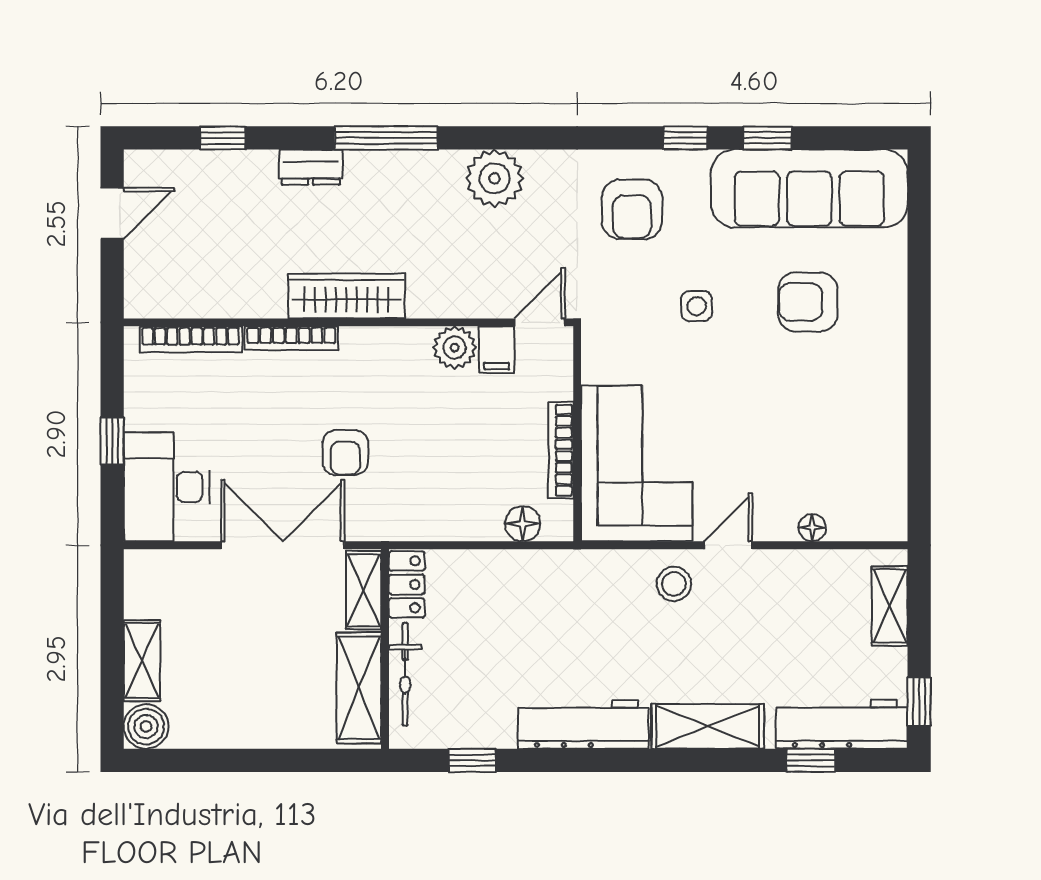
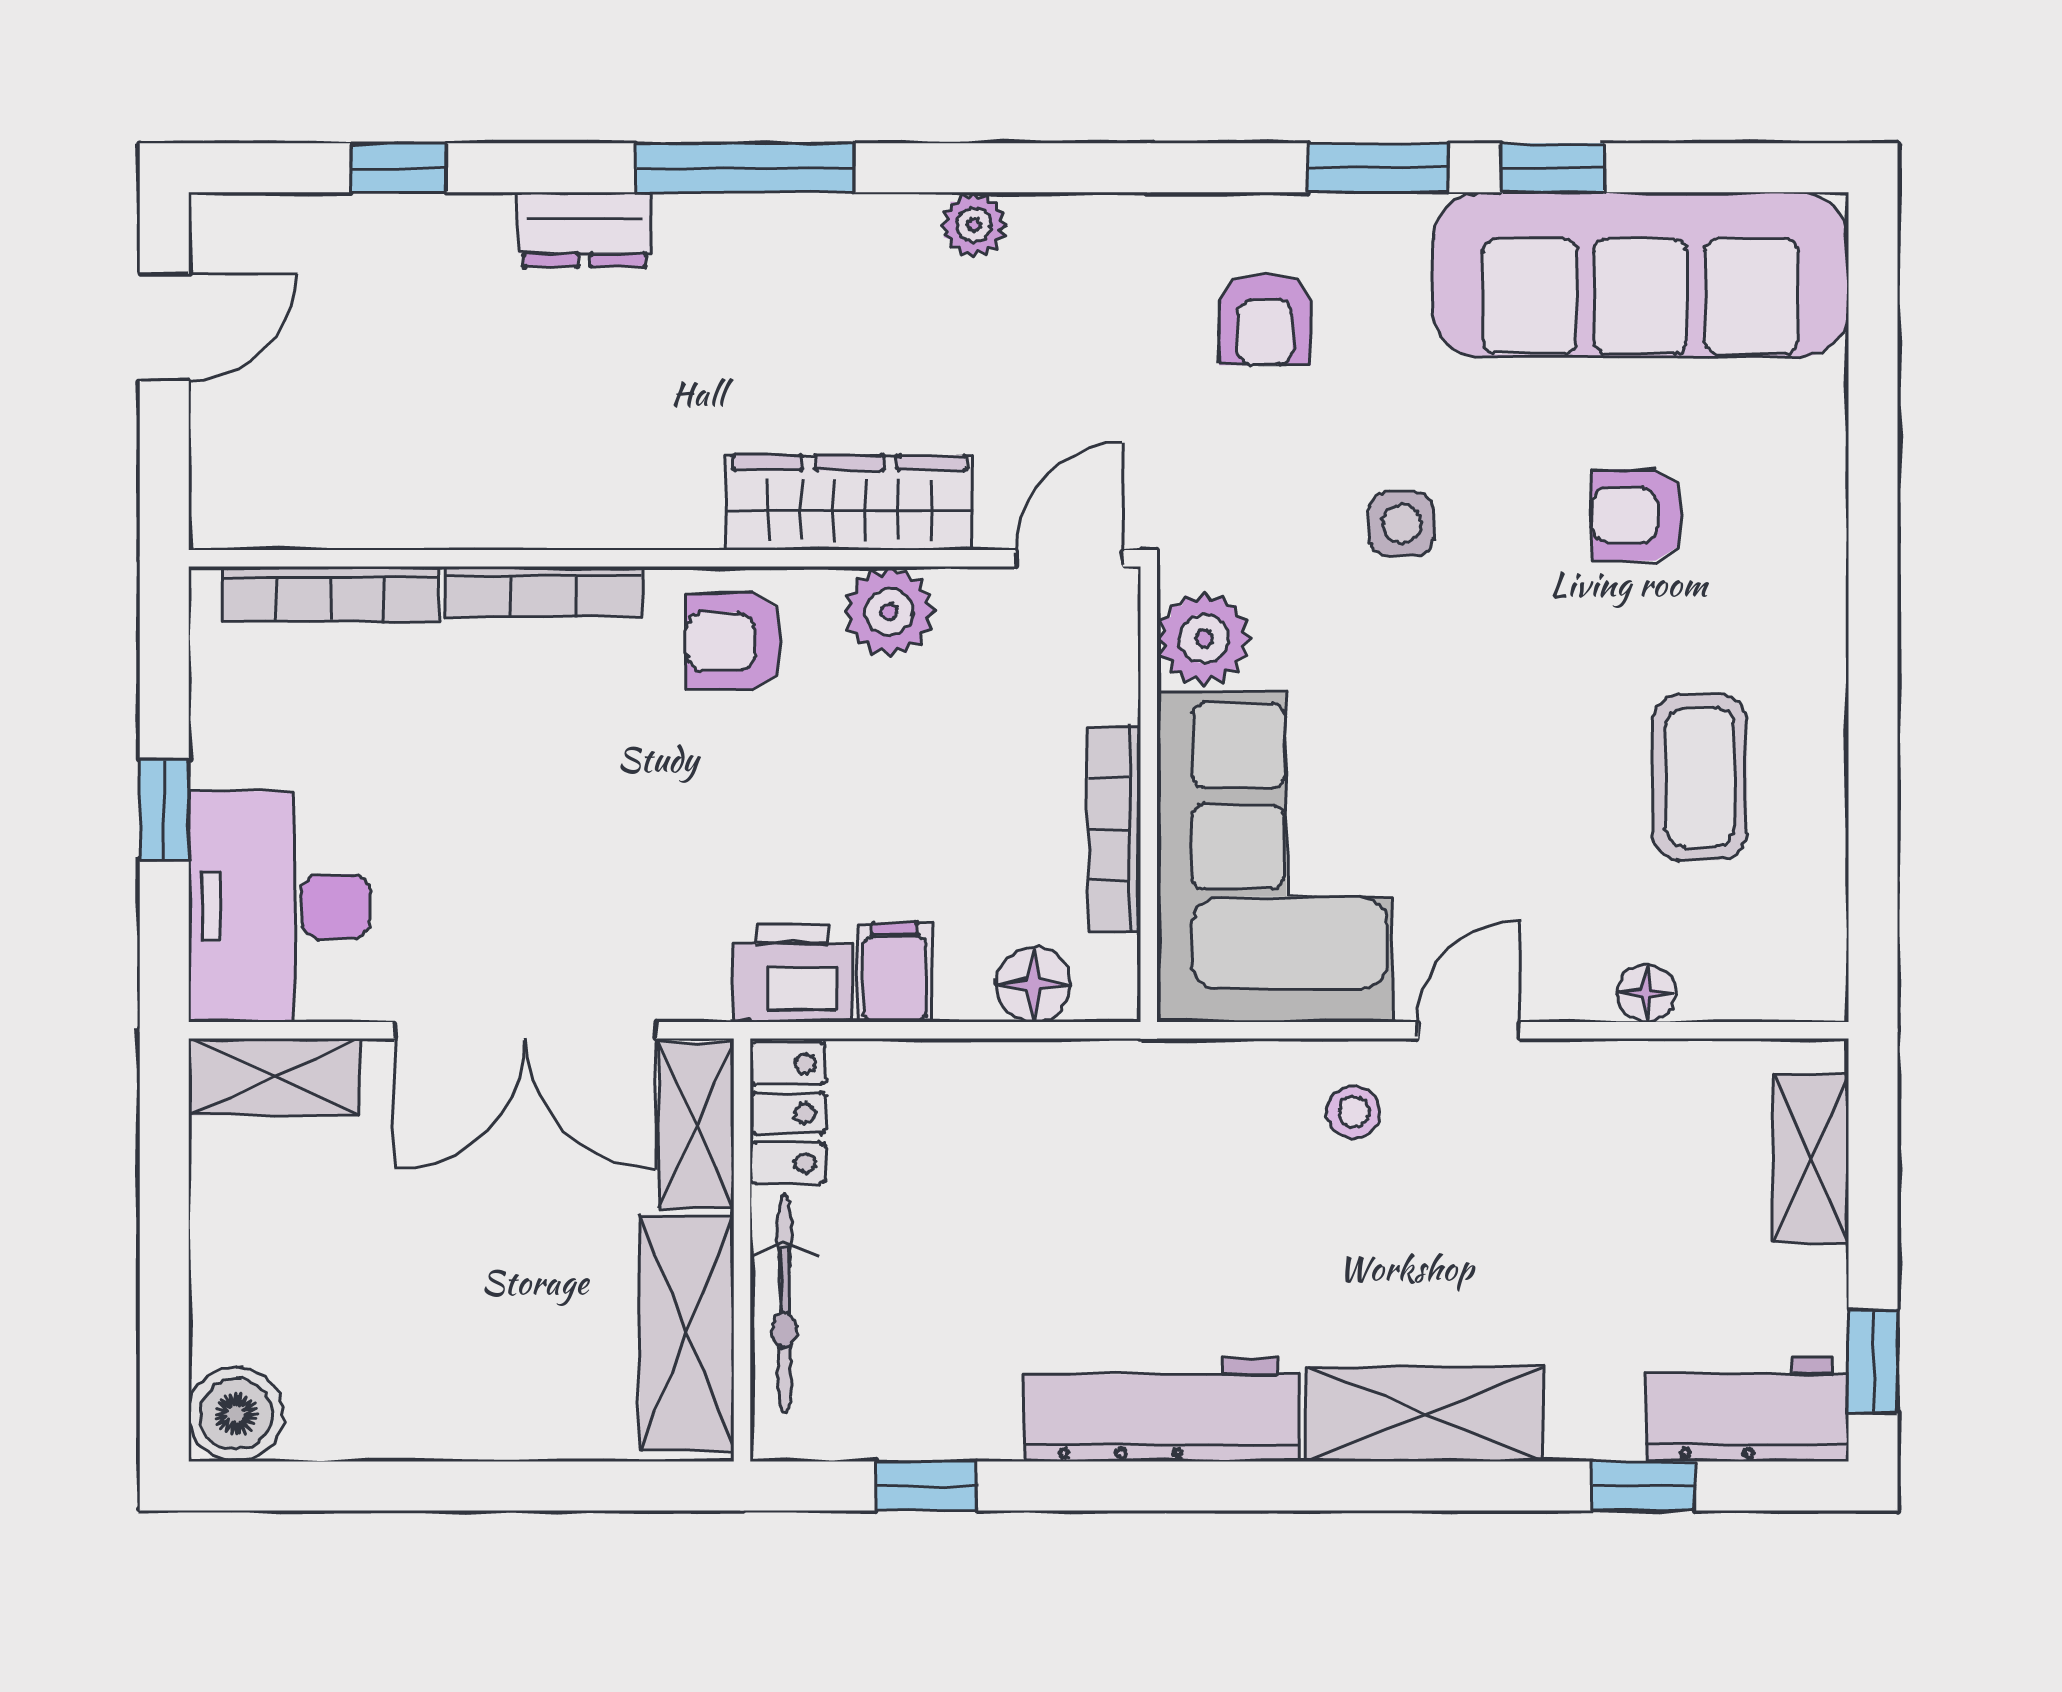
window: (686, 138) -> (1378, 168), width x1.50
plant: (494, 178) -> (974, 225), width x0.53, depth x0.53
armchair: (632, 209) -> (1265, 319), width x0.72, depth x0.72
wardrobe: (346, 296) -> (850, 503), moved
armchair: (808, 302) -> (1637, 515), width x0.72, depth x0.72
filing cabinet: (497, 350) -> (895, 973), moved, turned 180
plant: (603, 360) -> (1204, 639), added
coffee table: (837, 426) -> (1700, 777), added
armchair: (345, 453) -> (734, 641), moved, turned 90
printer: (409, 518) -> (792, 973), added
double door: (283, 545) -> (525, 1030), swing flipped
stool: (674, 584) -> (1354, 1112), width x0.73, depth x0.73
shelving: (142, 661) -> (274, 1077), moved, turned 90
workbench: (842, 724) -> (1747, 1409), width x0.73

